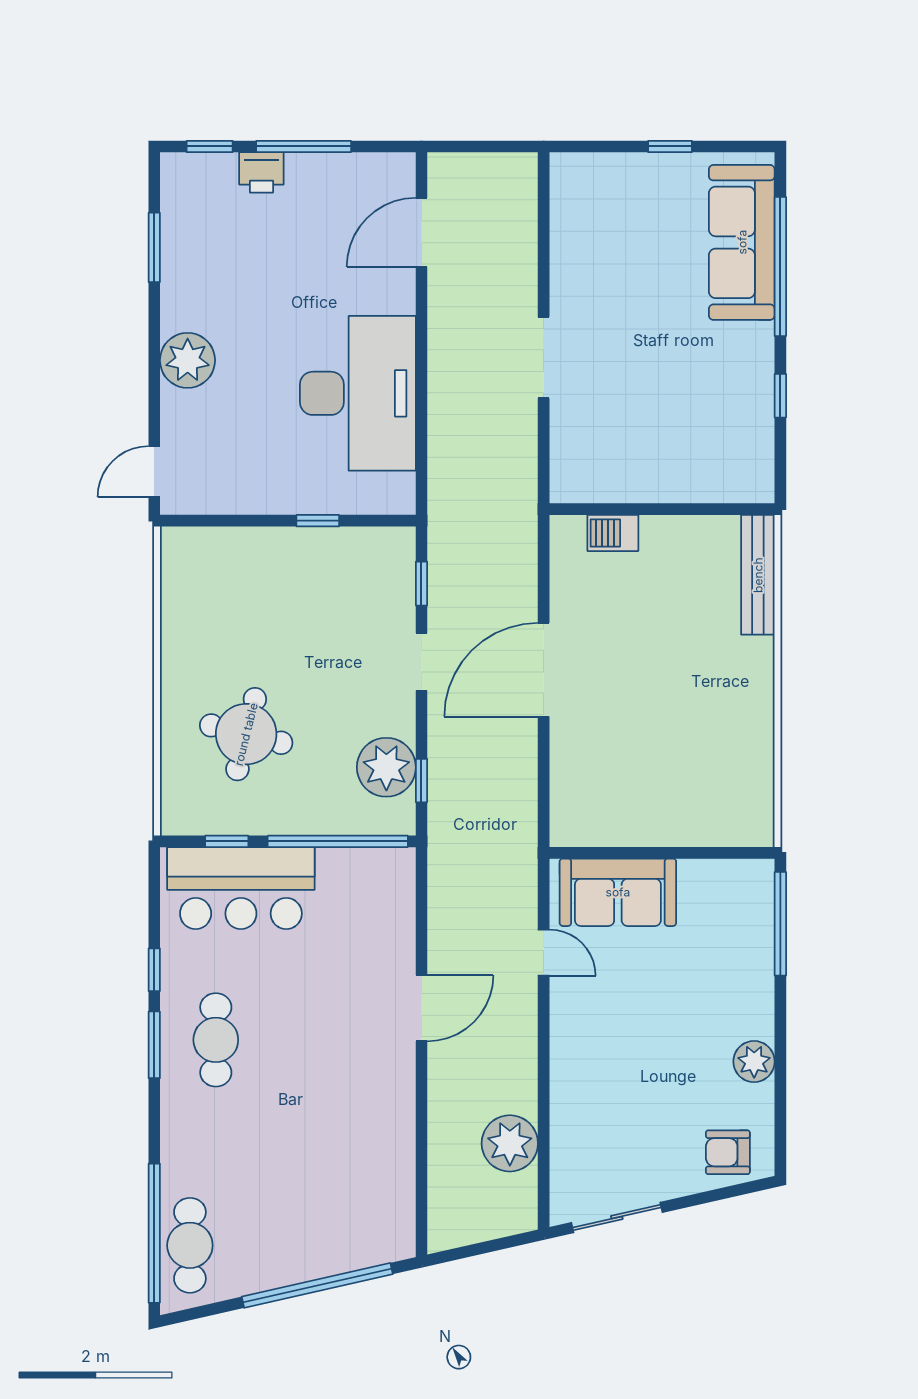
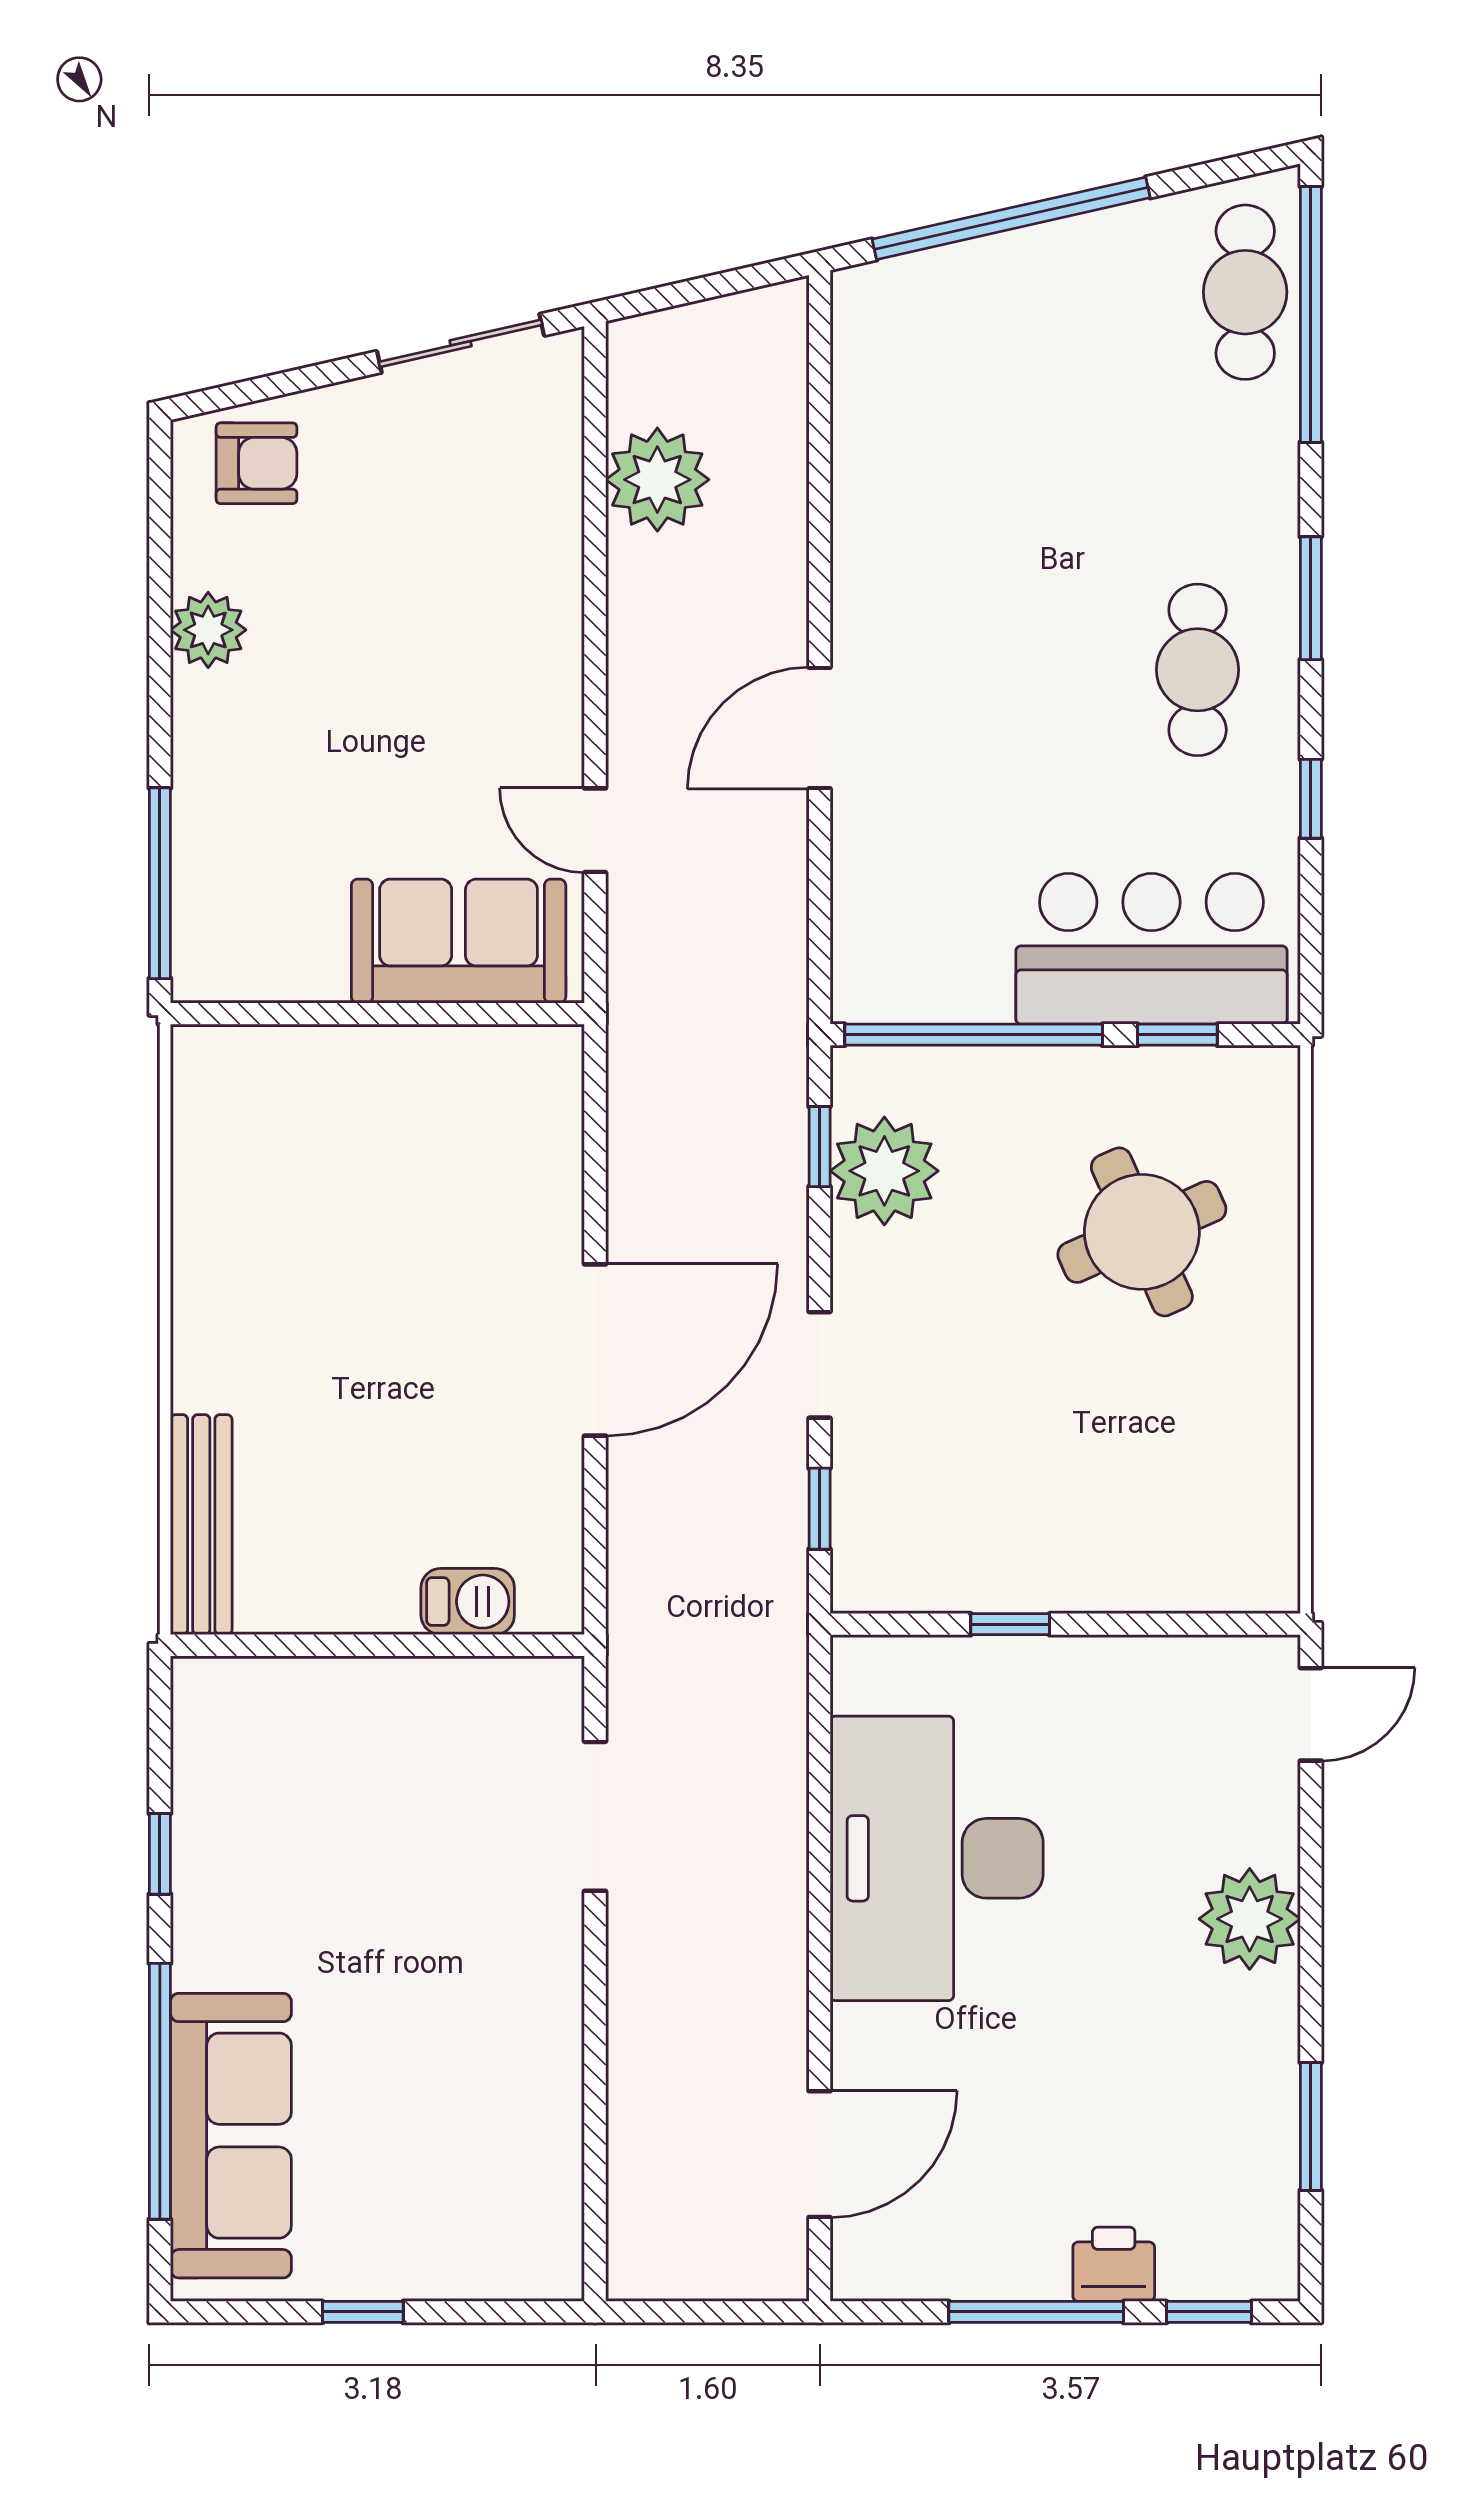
doorway: (544, 358) -> (595, 1816), moved
round table: (246, 734) -> (1142, 1232), turned -38
window: (154, 1045) -> (1311, 598), moved

